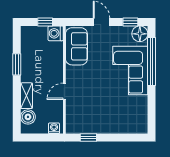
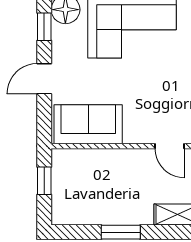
washing machine: (56, 33) -> (65, 162), removed

